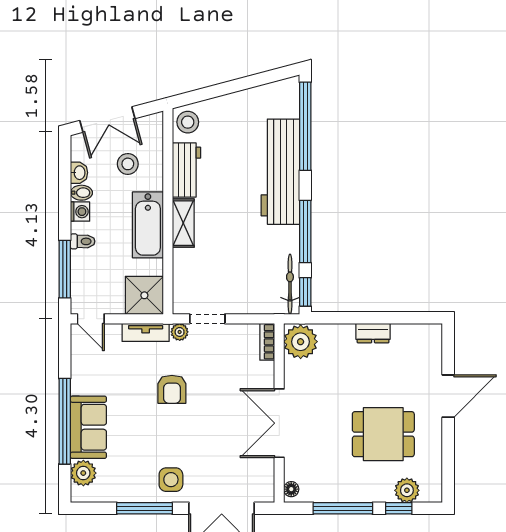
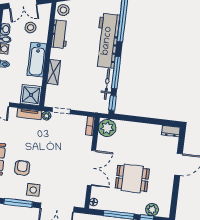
shelving: (183, 223) -> (54, 72), moved
bicycle: (290, 284) -> (107, 84), moved
dresser: (373, 333) -> (171, 131), moved
armchair: (172, 389) -> (22, 168), moved, turned 180
double door: (279, 423) -> (91, 168), swing flipped
dining table: (383, 434) -> (132, 178), moved

